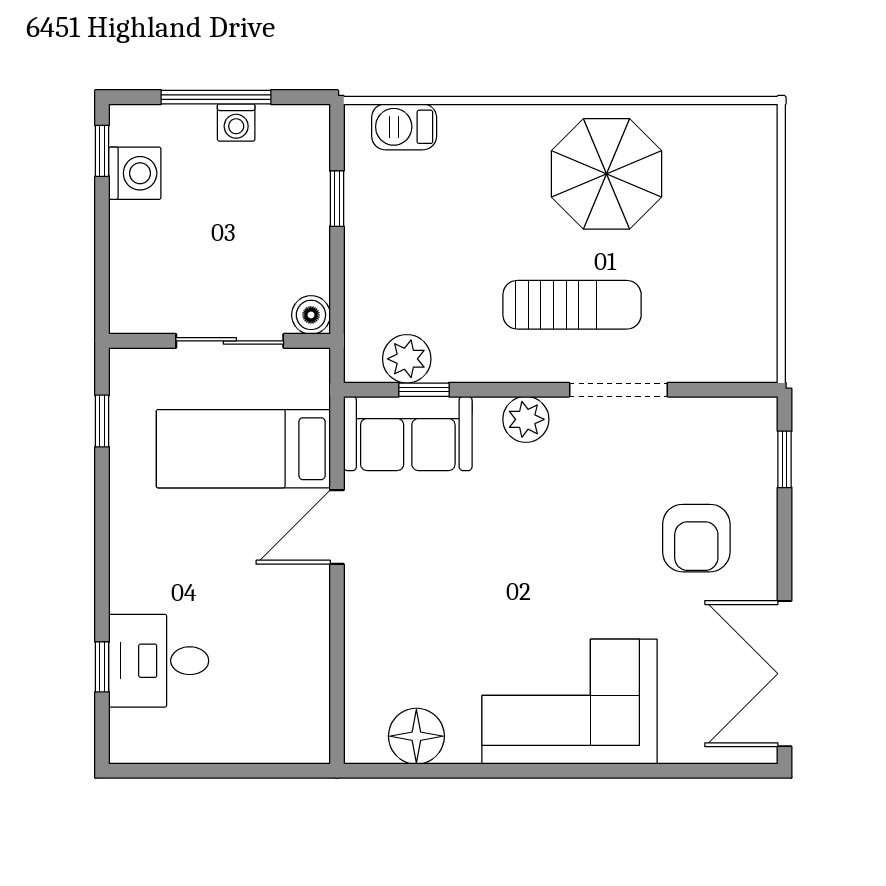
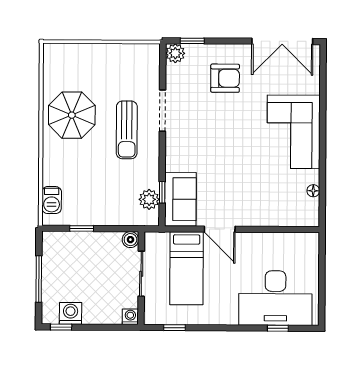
washing machine: (236, 122) -> (130, 317), moved, turned -90
sun lounger: (572, 305) -> (127, 130), turned 180
plant: (526, 419) -> (175, 53), moved
desk: (159, 661) -> (275, 298), width x1.87, depth x1.30
floor lamp: (416, 736) -> (313, 191), width x0.53, depth x0.53

